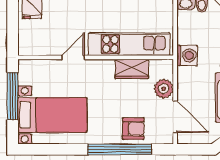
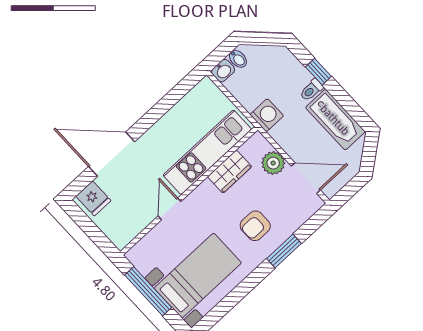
armchair: (133, 129) -> (255, 226), moved, turned 180
window: (120, 149) -> (284, 251), width x0.47

